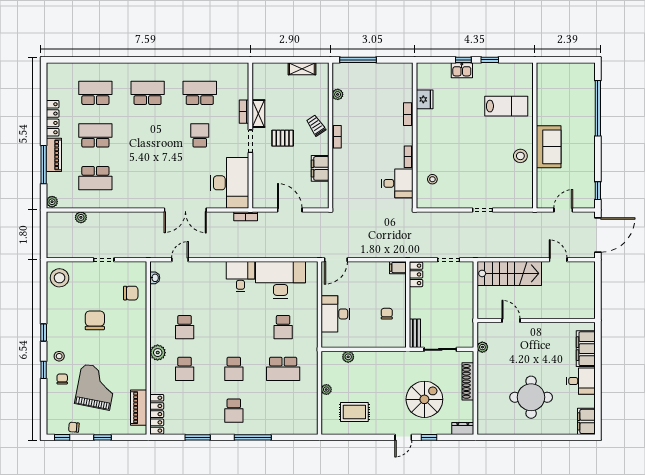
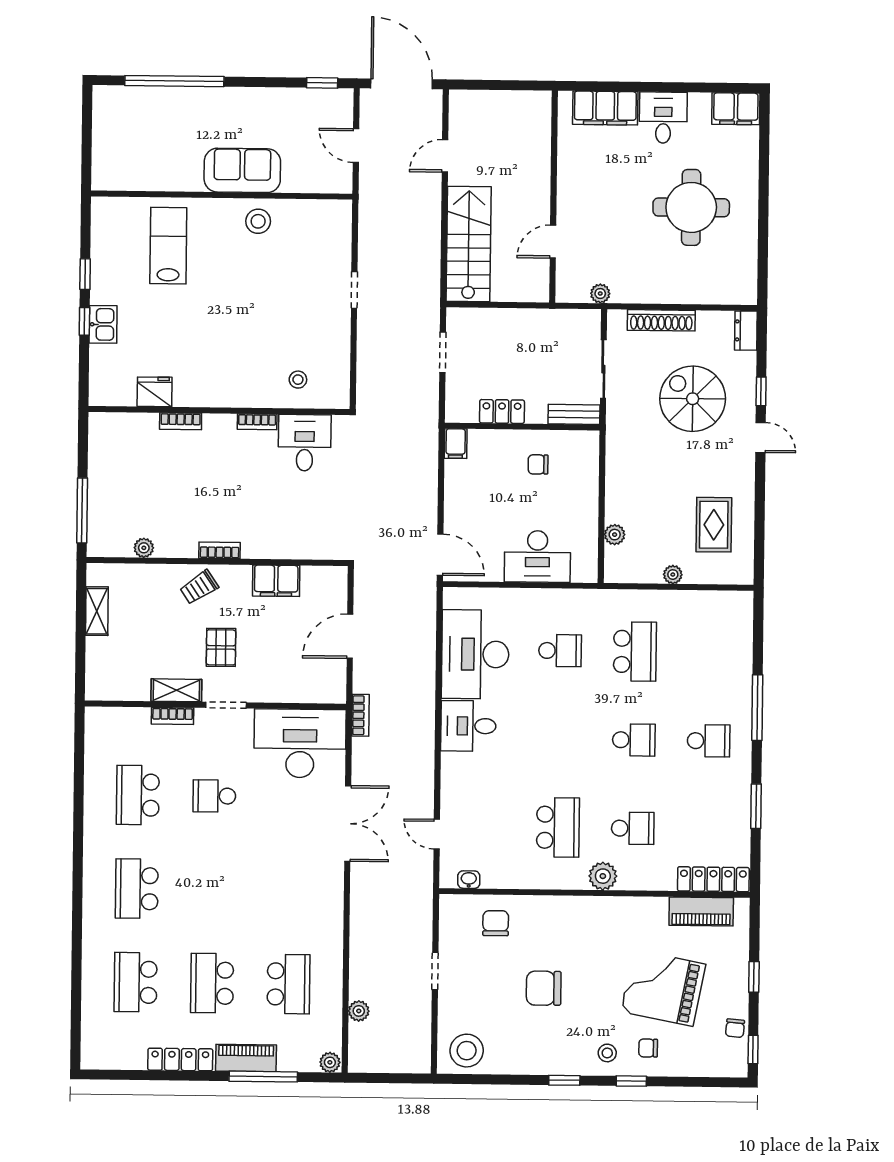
locker: (416, 274) -> (502, 411), moved
school desk: (185, 327) -> (558, 827), width x1.85

